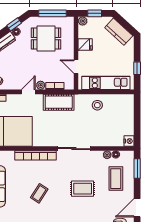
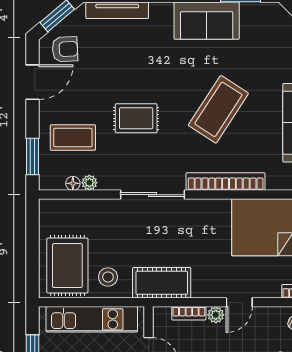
cot: (59, 102) -> (162, 283), moved
rug: (119, 111) -> (67, 266), added
nightstand: (129, 141) -> (48, 209), removed
coffee table: (116, 179) -> (73, 138), turned 90
coffee table: (39, 193) -> (218, 109), width x1.86, depth x1.72

